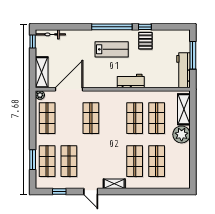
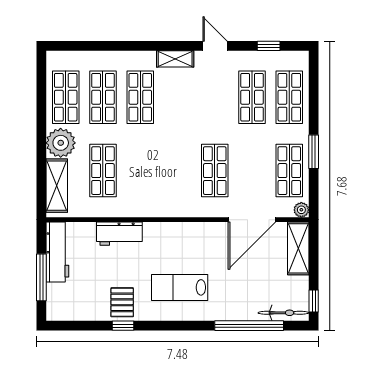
window: (112, 27) -> (249, 326), moved
workbench: (131, 81) -> (119, 234), moved
shop shelf: (135, 118) -> (66, 97), moved
window: (33, 160) -> (314, 152), moved

